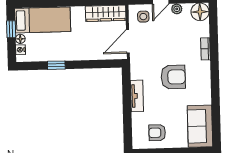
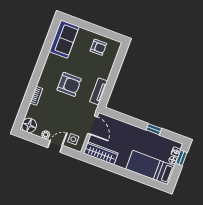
window: (11, 29) -> (181, 158), moved
door: (128, 41) -> (92, 125), hinge flipped
armchair: (173, 77) -> (69, 84), turned 180
tv unit: (137, 96) -> (99, 91), moved

